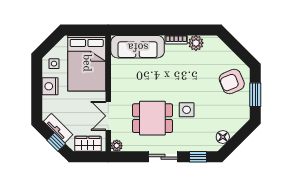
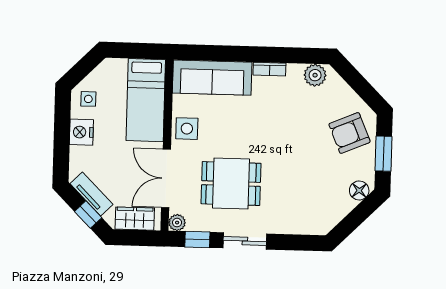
plant: (196, 43) -> (315, 75), moved
bed: (87, 63) -> (146, 100), width x0.67
side table: (187, 110) -> (187, 129), moved
double door: (108, 116) -> (166, 178), width x1.37
floor lamp: (223, 137) -> (359, 190), moved
window: (198, 157) -> (197, 240), moved

